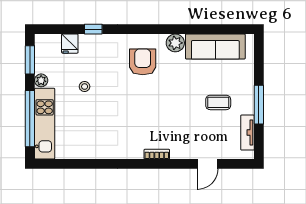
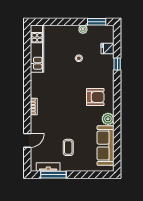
window: (259, 105) -> (53, 175), moved
window: (30, 119) -> (57, 22), removed
kitchen unit: (45, 124) -> (37, 49), moved, turned -90
door: (207, 164) -> (27, 140), swing flipped

